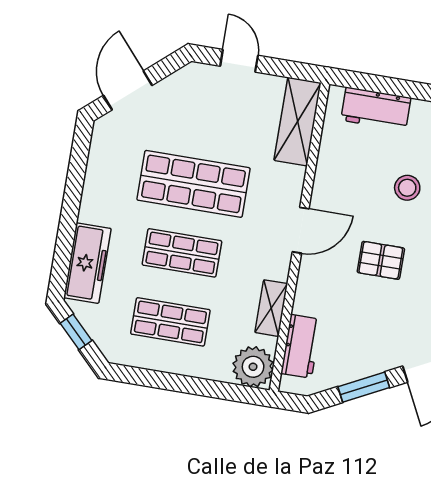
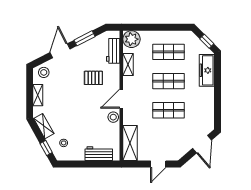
door: (239, 61) -> (158, 164), hinge flipped
shop shelf: (193, 184) -> (169, 110), width x0.70, depth x0.74
stool: (407, 188) -> (113, 117), moved
pallet: (381, 260) -> (93, 78), moved

